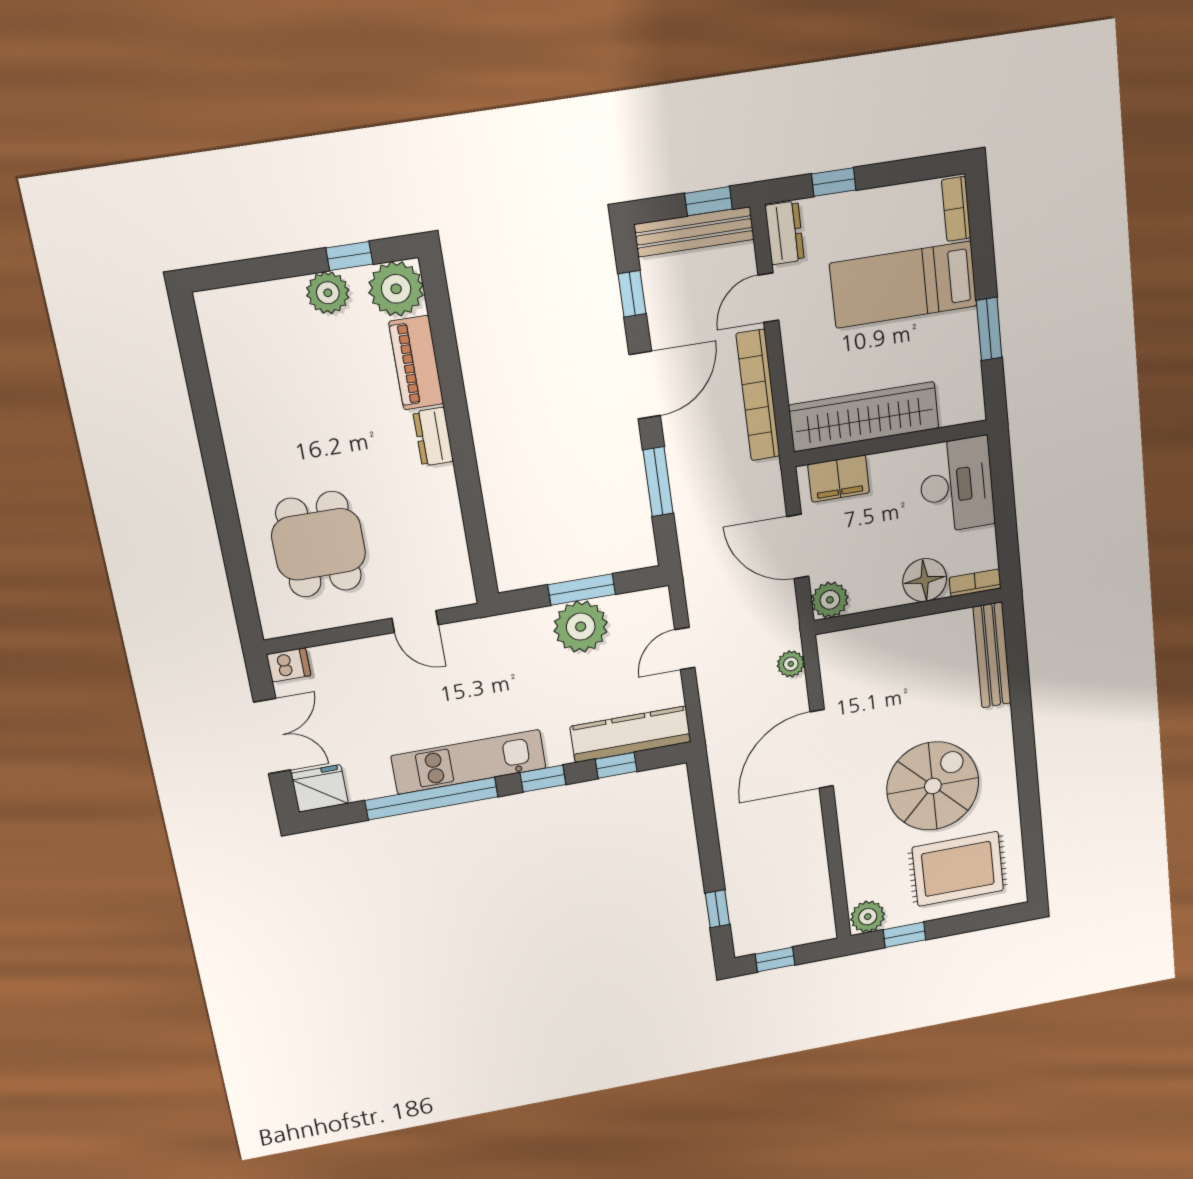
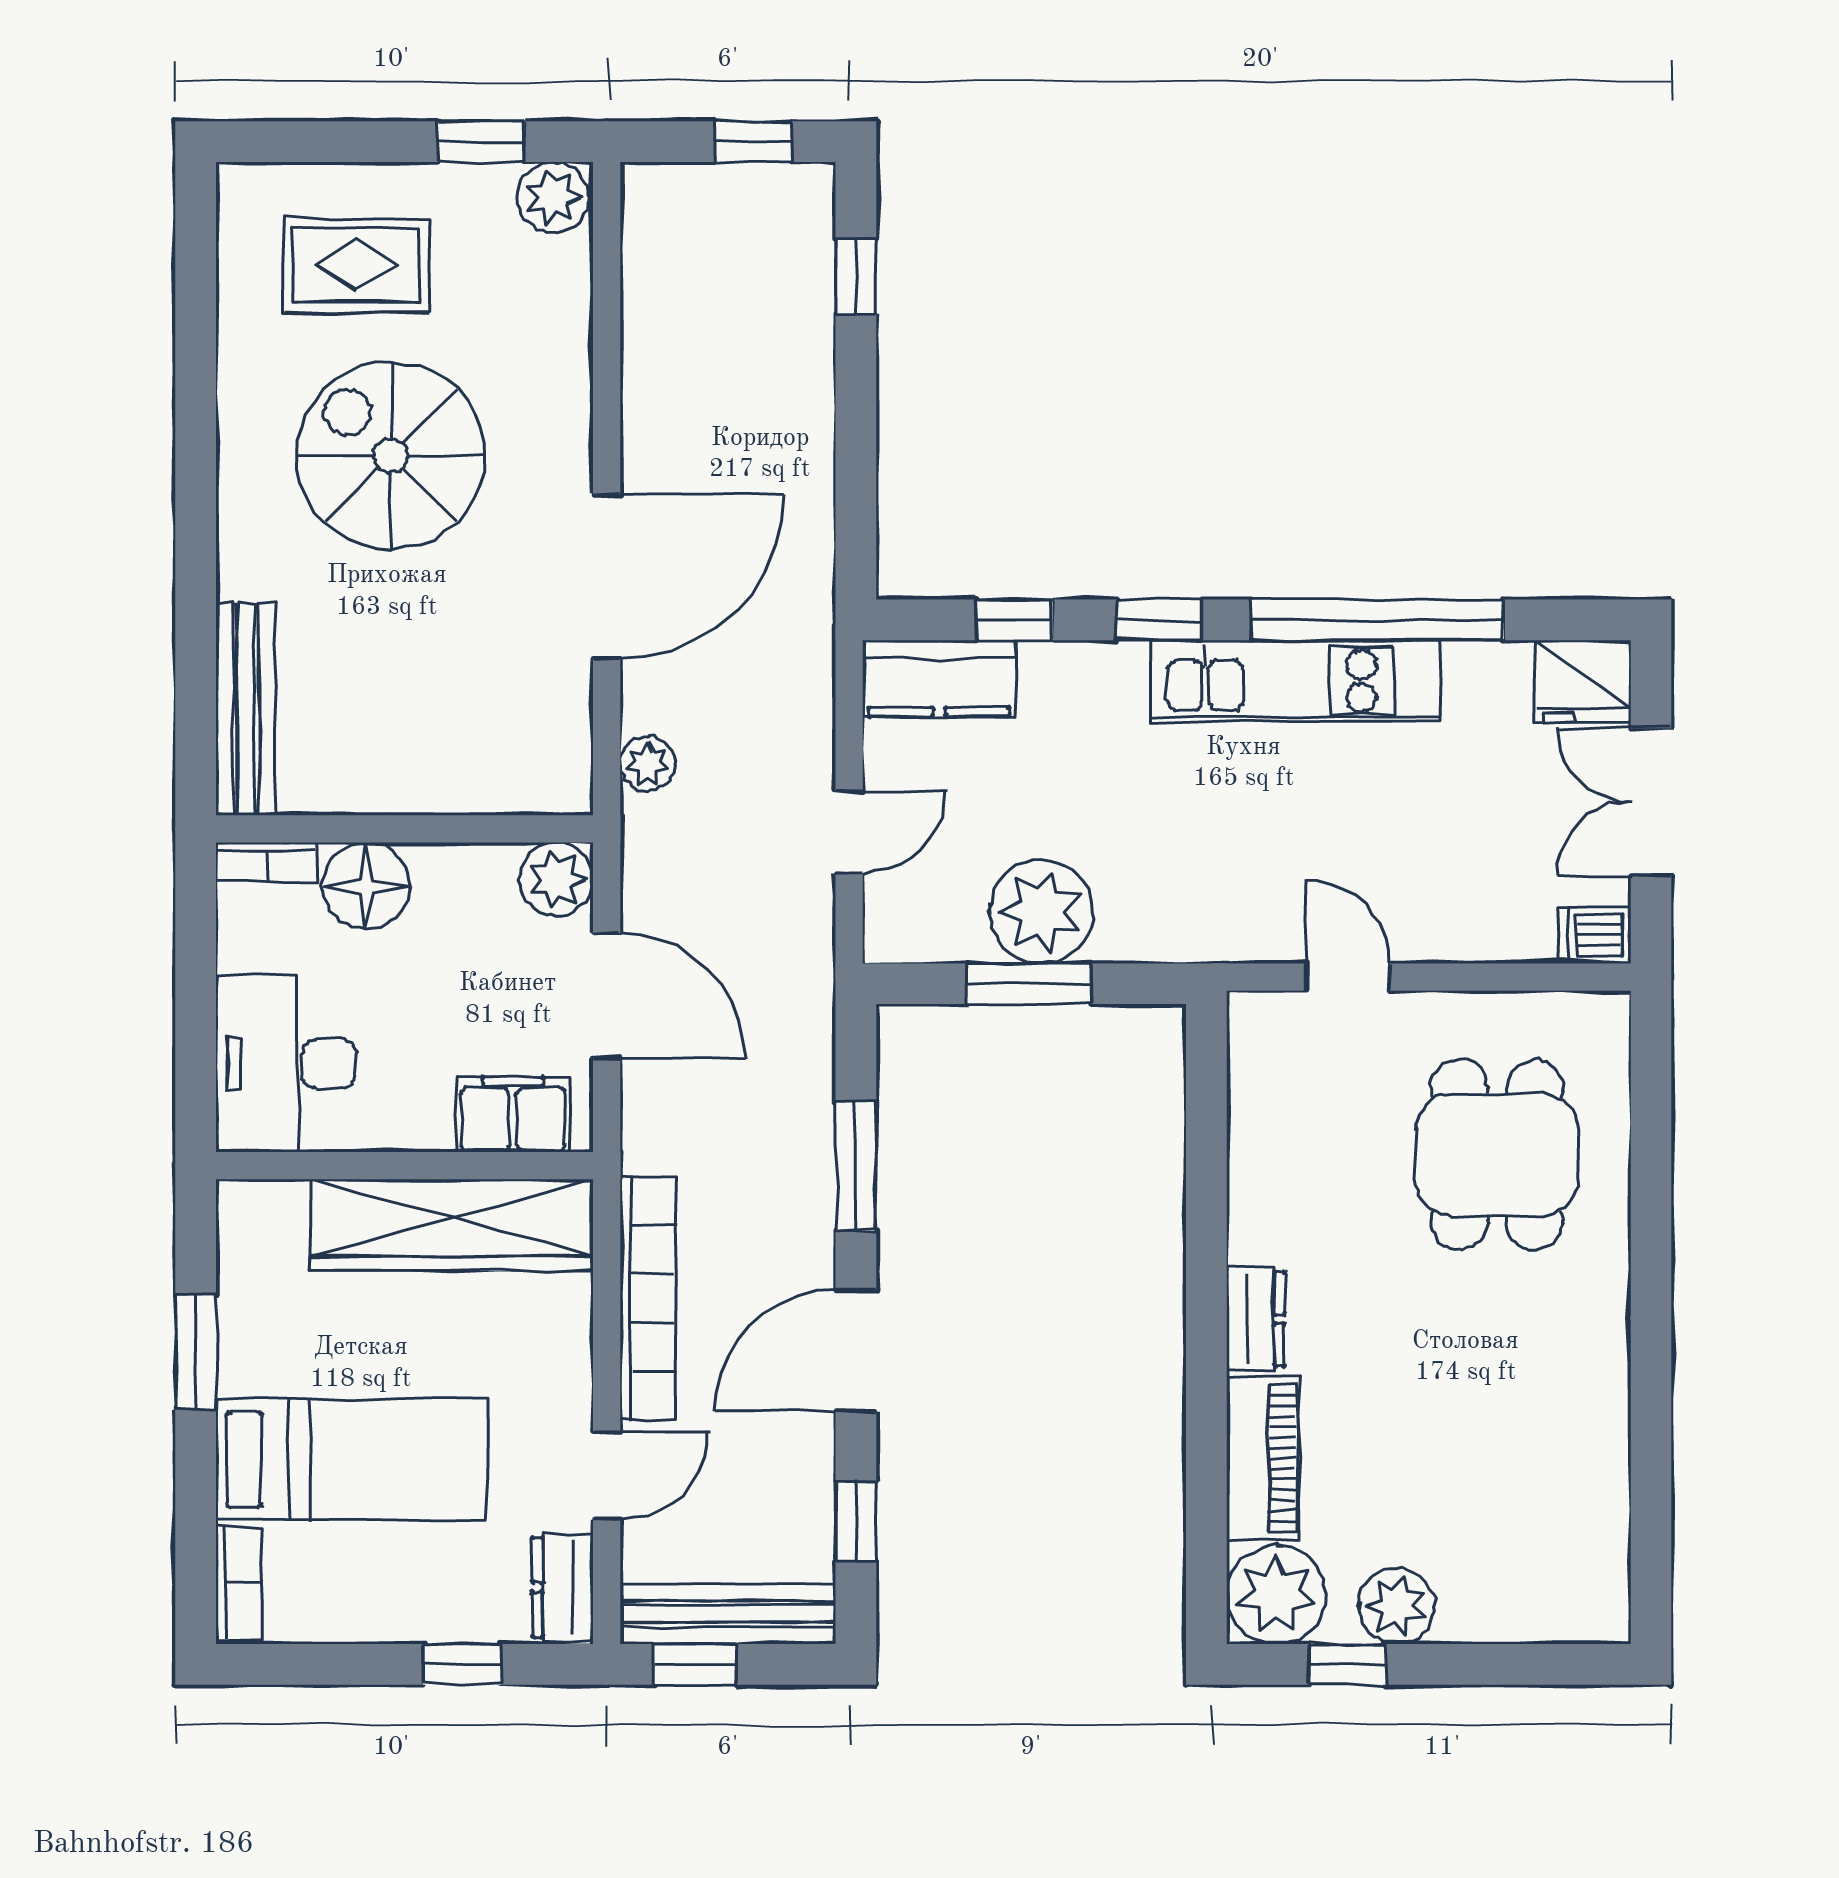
kitchen counter: (631, 734) -> (939, 678), width x0.67
spiral stairs: (933, 786) -> (391, 456), turned 90
rug: (958, 869) -> (356, 265), width x0.73, depth x0.70

